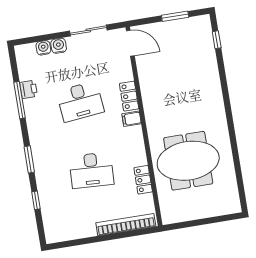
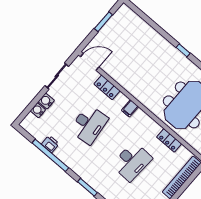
window: (217, 40) -> (183, 50), moved
locker: (129, 96) -> (107, 87), moved
window: (20, 100) -> (50, 155), width x1.46

